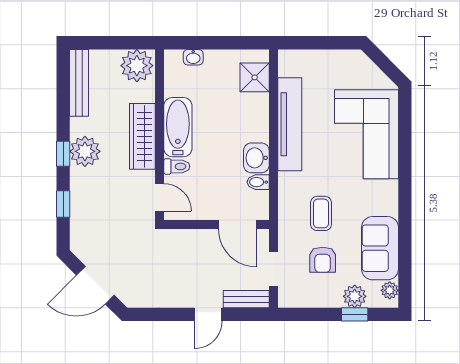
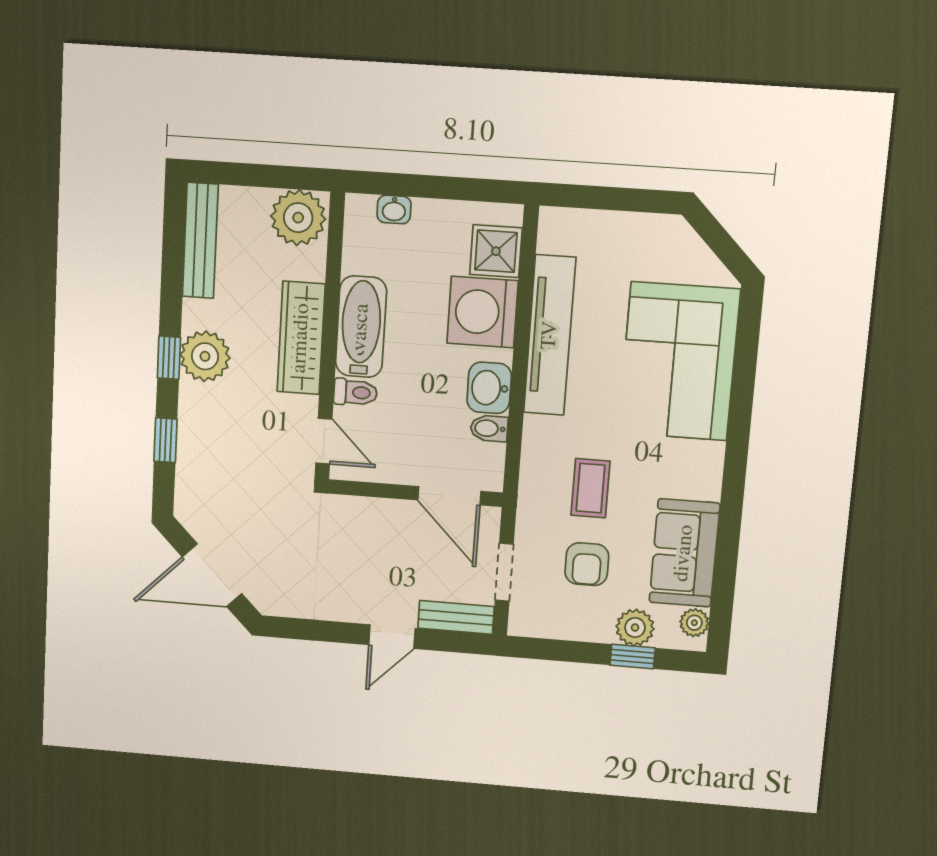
washing machine: (249, 113) -> (483, 312), added

